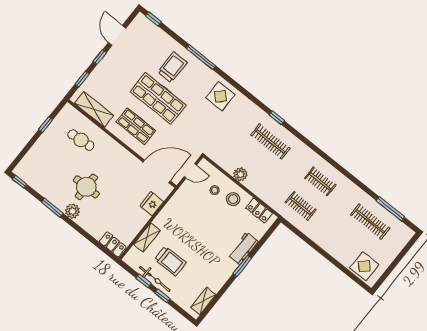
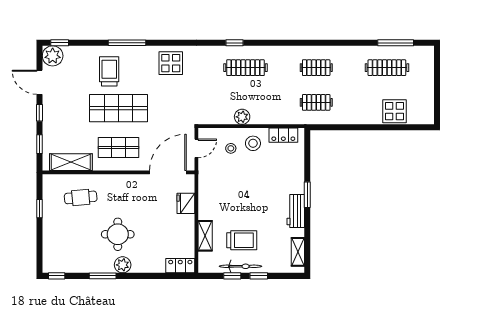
plant: (141, 24) -> (53, 56), added
workbench: (243, 248) -> (296, 211), moved
display table: (364, 266) -> (395, 111), moved

